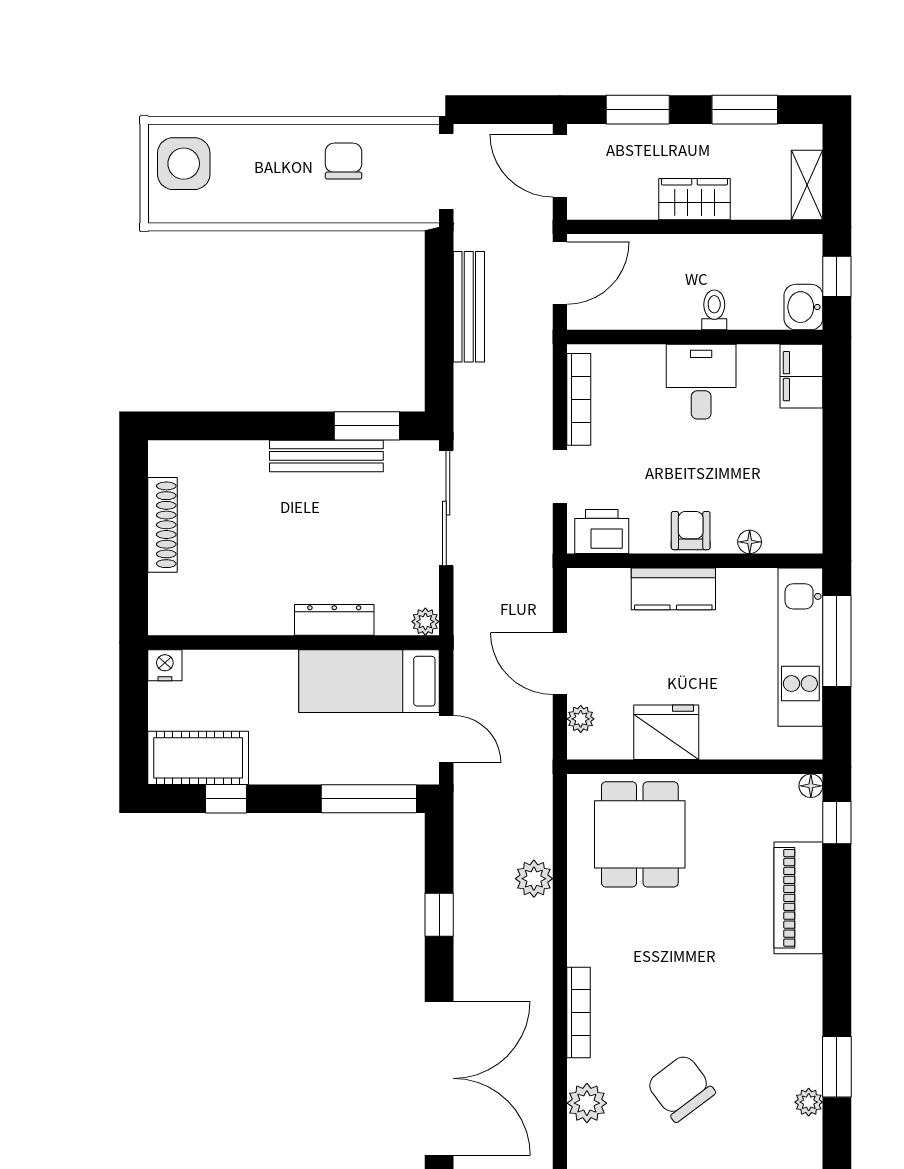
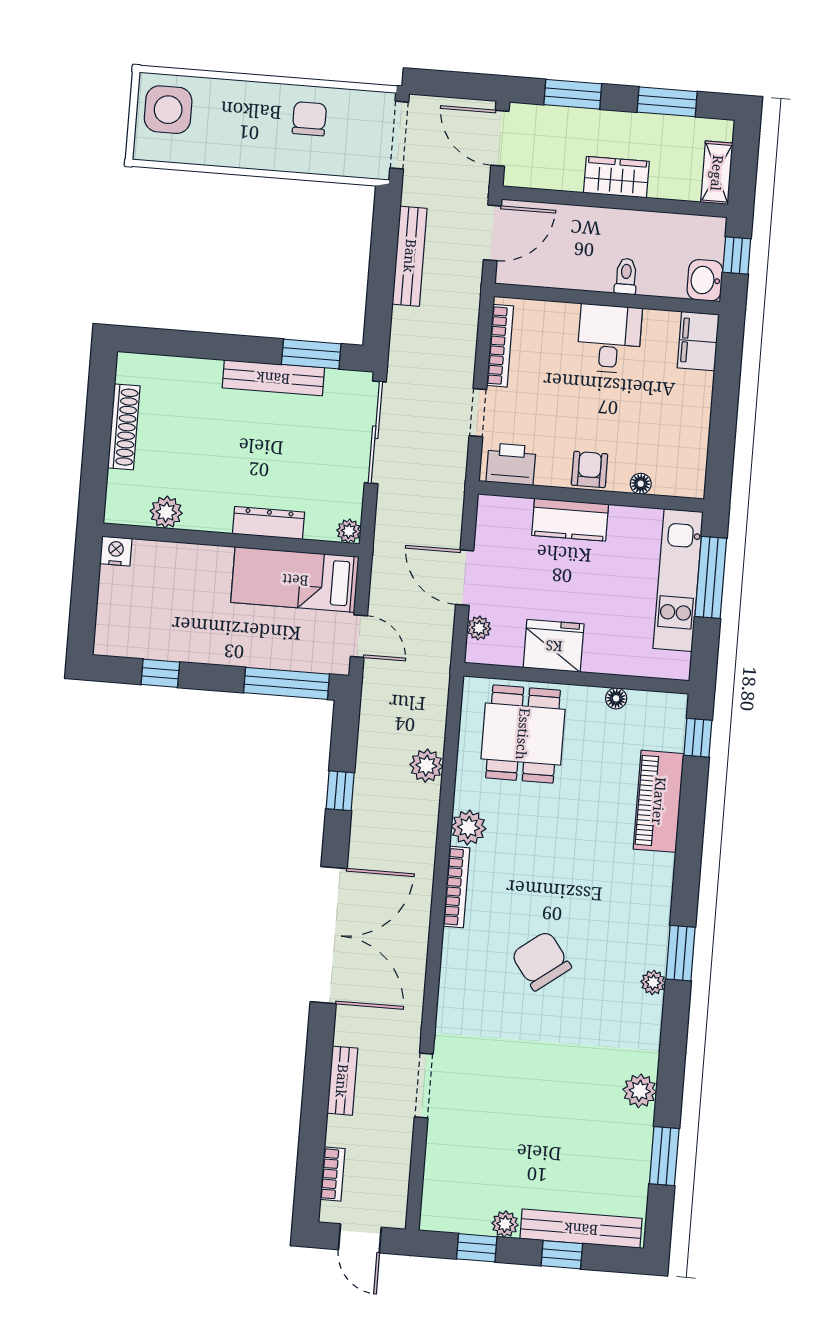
plant: (218, 617) -> (166, 512), added
cot: (198, 758) -> (139, 635), removed
floor lamp: (811, 786) -> (616, 698), moved
plant: (587, 1103) -> (469, 827), moved

